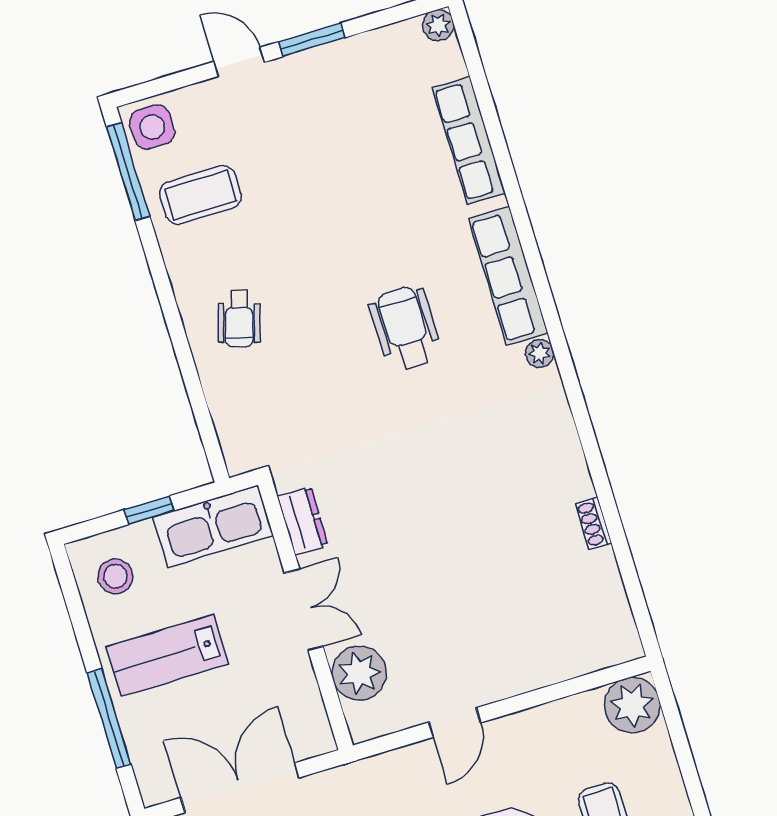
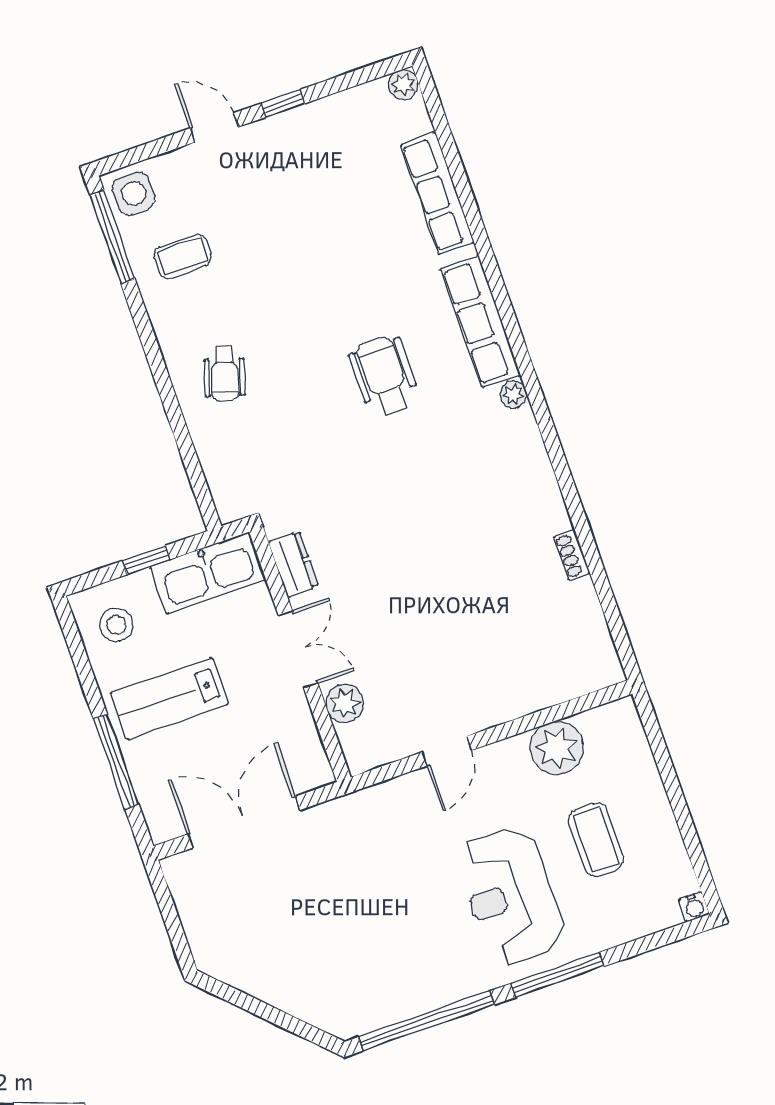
window: (312, 40) -> (283, 103), width x0.67
coffee table: (200, 195) -> (182, 256), width x0.73, depth x0.77
plant: (359, 673) -> (345, 703), width x0.73, depth x0.73
plant: (632, 705) -> (557, 748), moved

